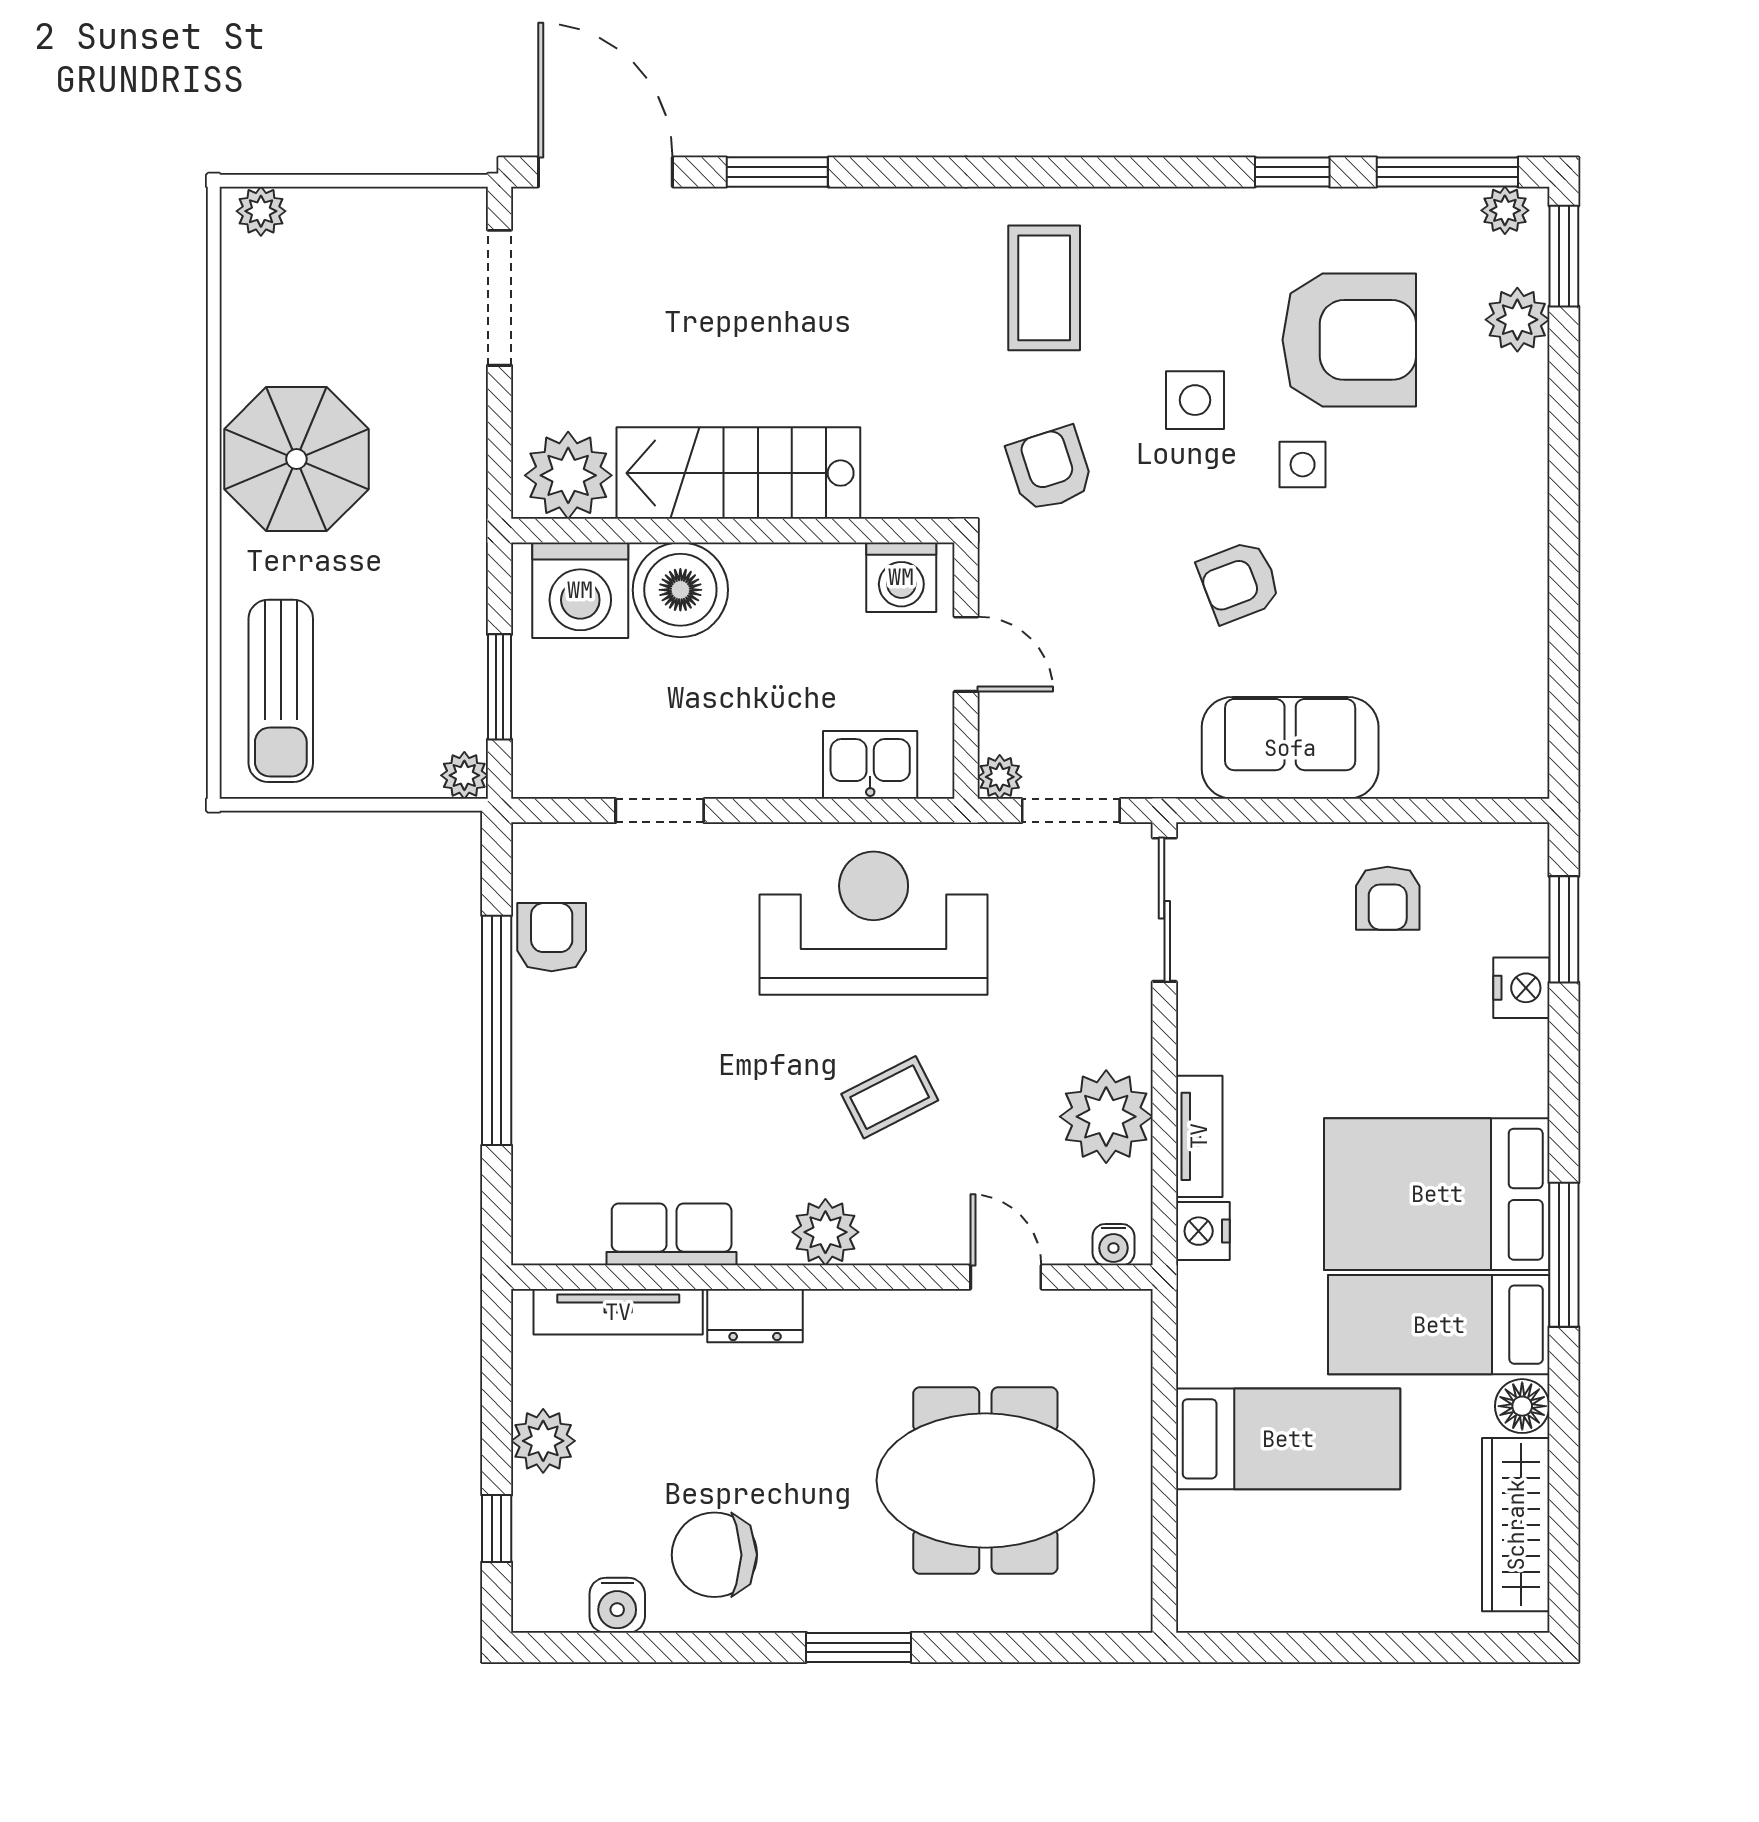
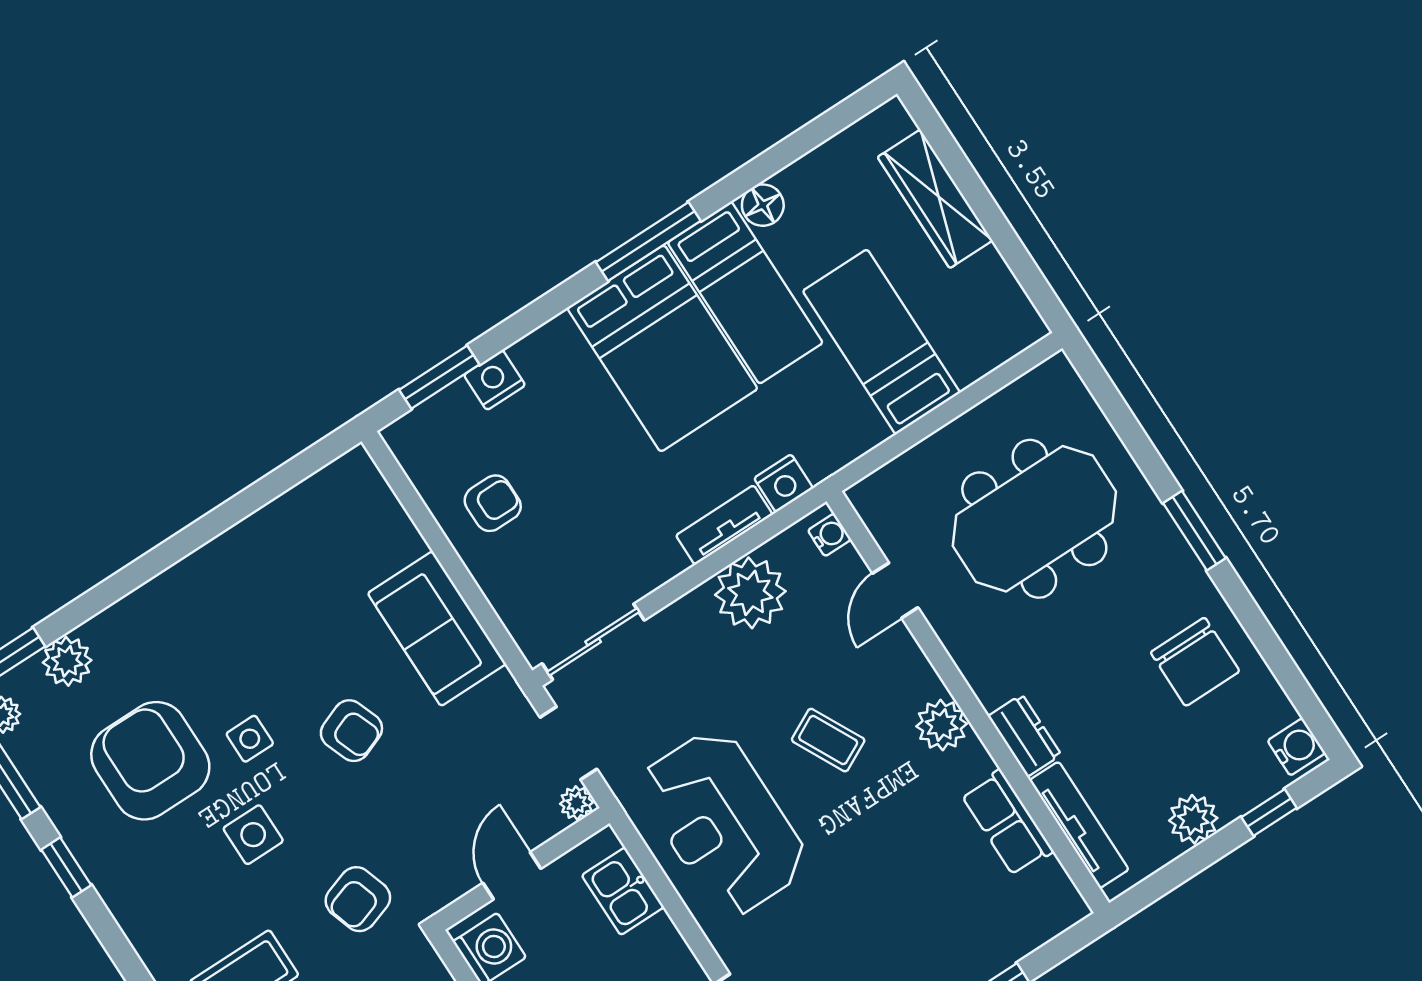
meeting table: (985, 1480) -> (1034, 519), turned 90
wardrobe: (1516, 1525) -> (935, 199), moved, turned 90
water cooler: (617, 1605) -> (1296, 747), moved

